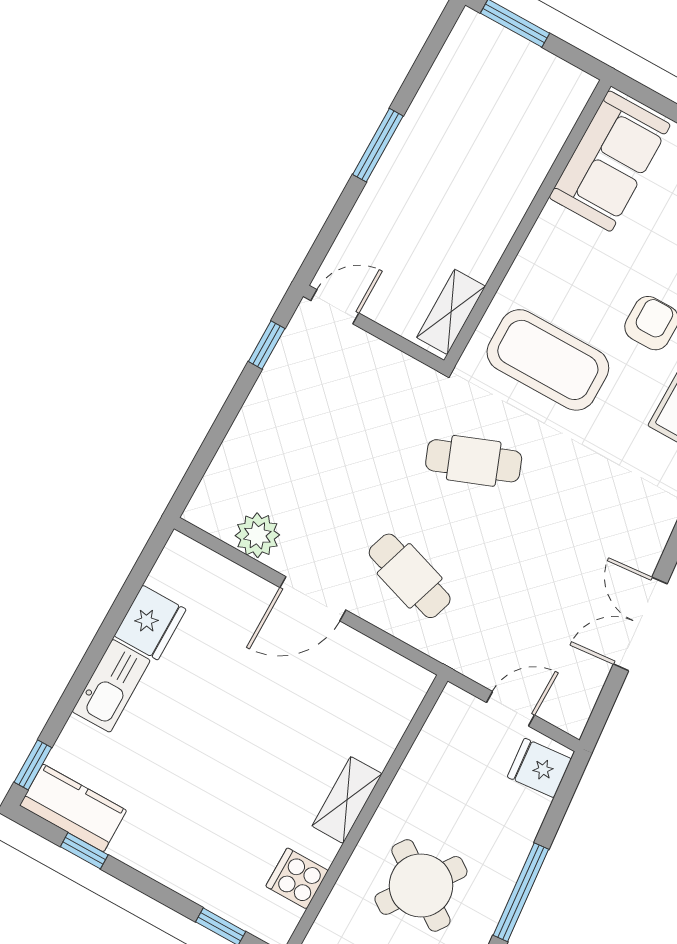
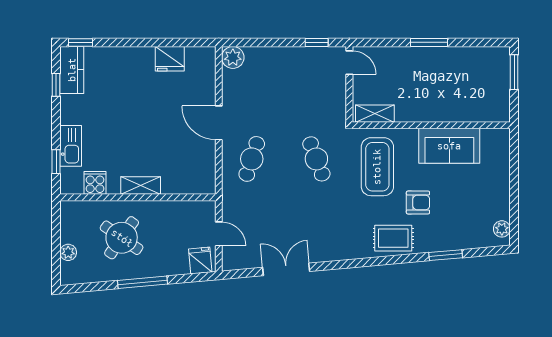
sofa: (610, 161) -> (449, 146), moved
plant: (257, 535) -> (233, 57), moved
kitchen sink: (111, 686) -> (71, 146), moved, turned -90

